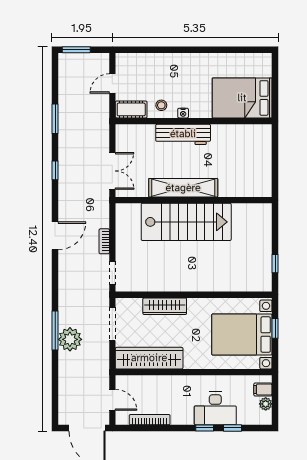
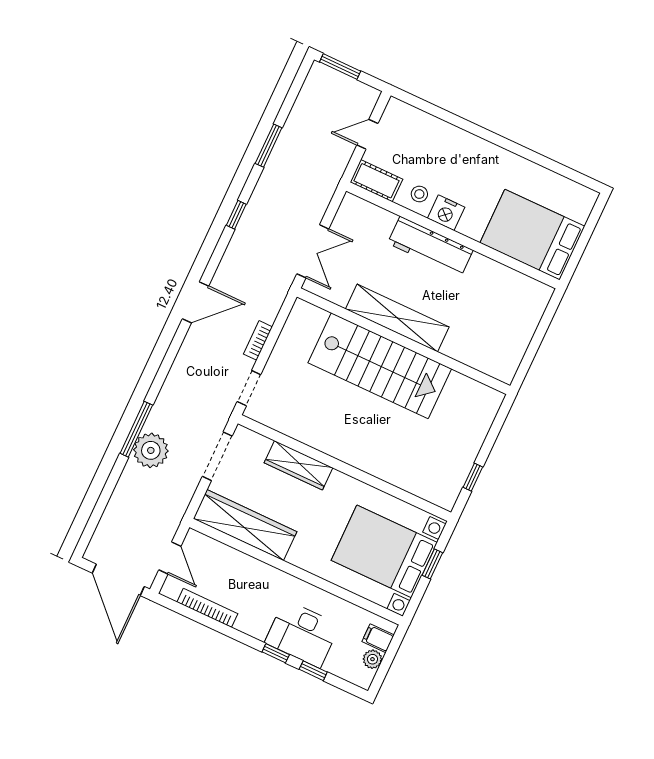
nightstand: (183, 113) -> (446, 213), width x1.89, depth x1.79

